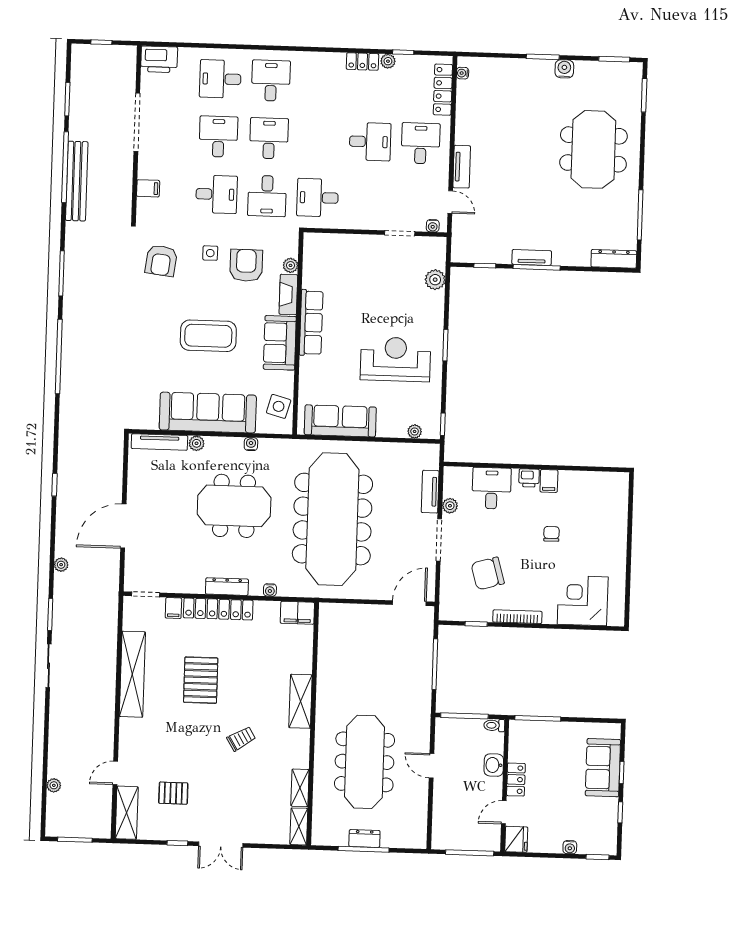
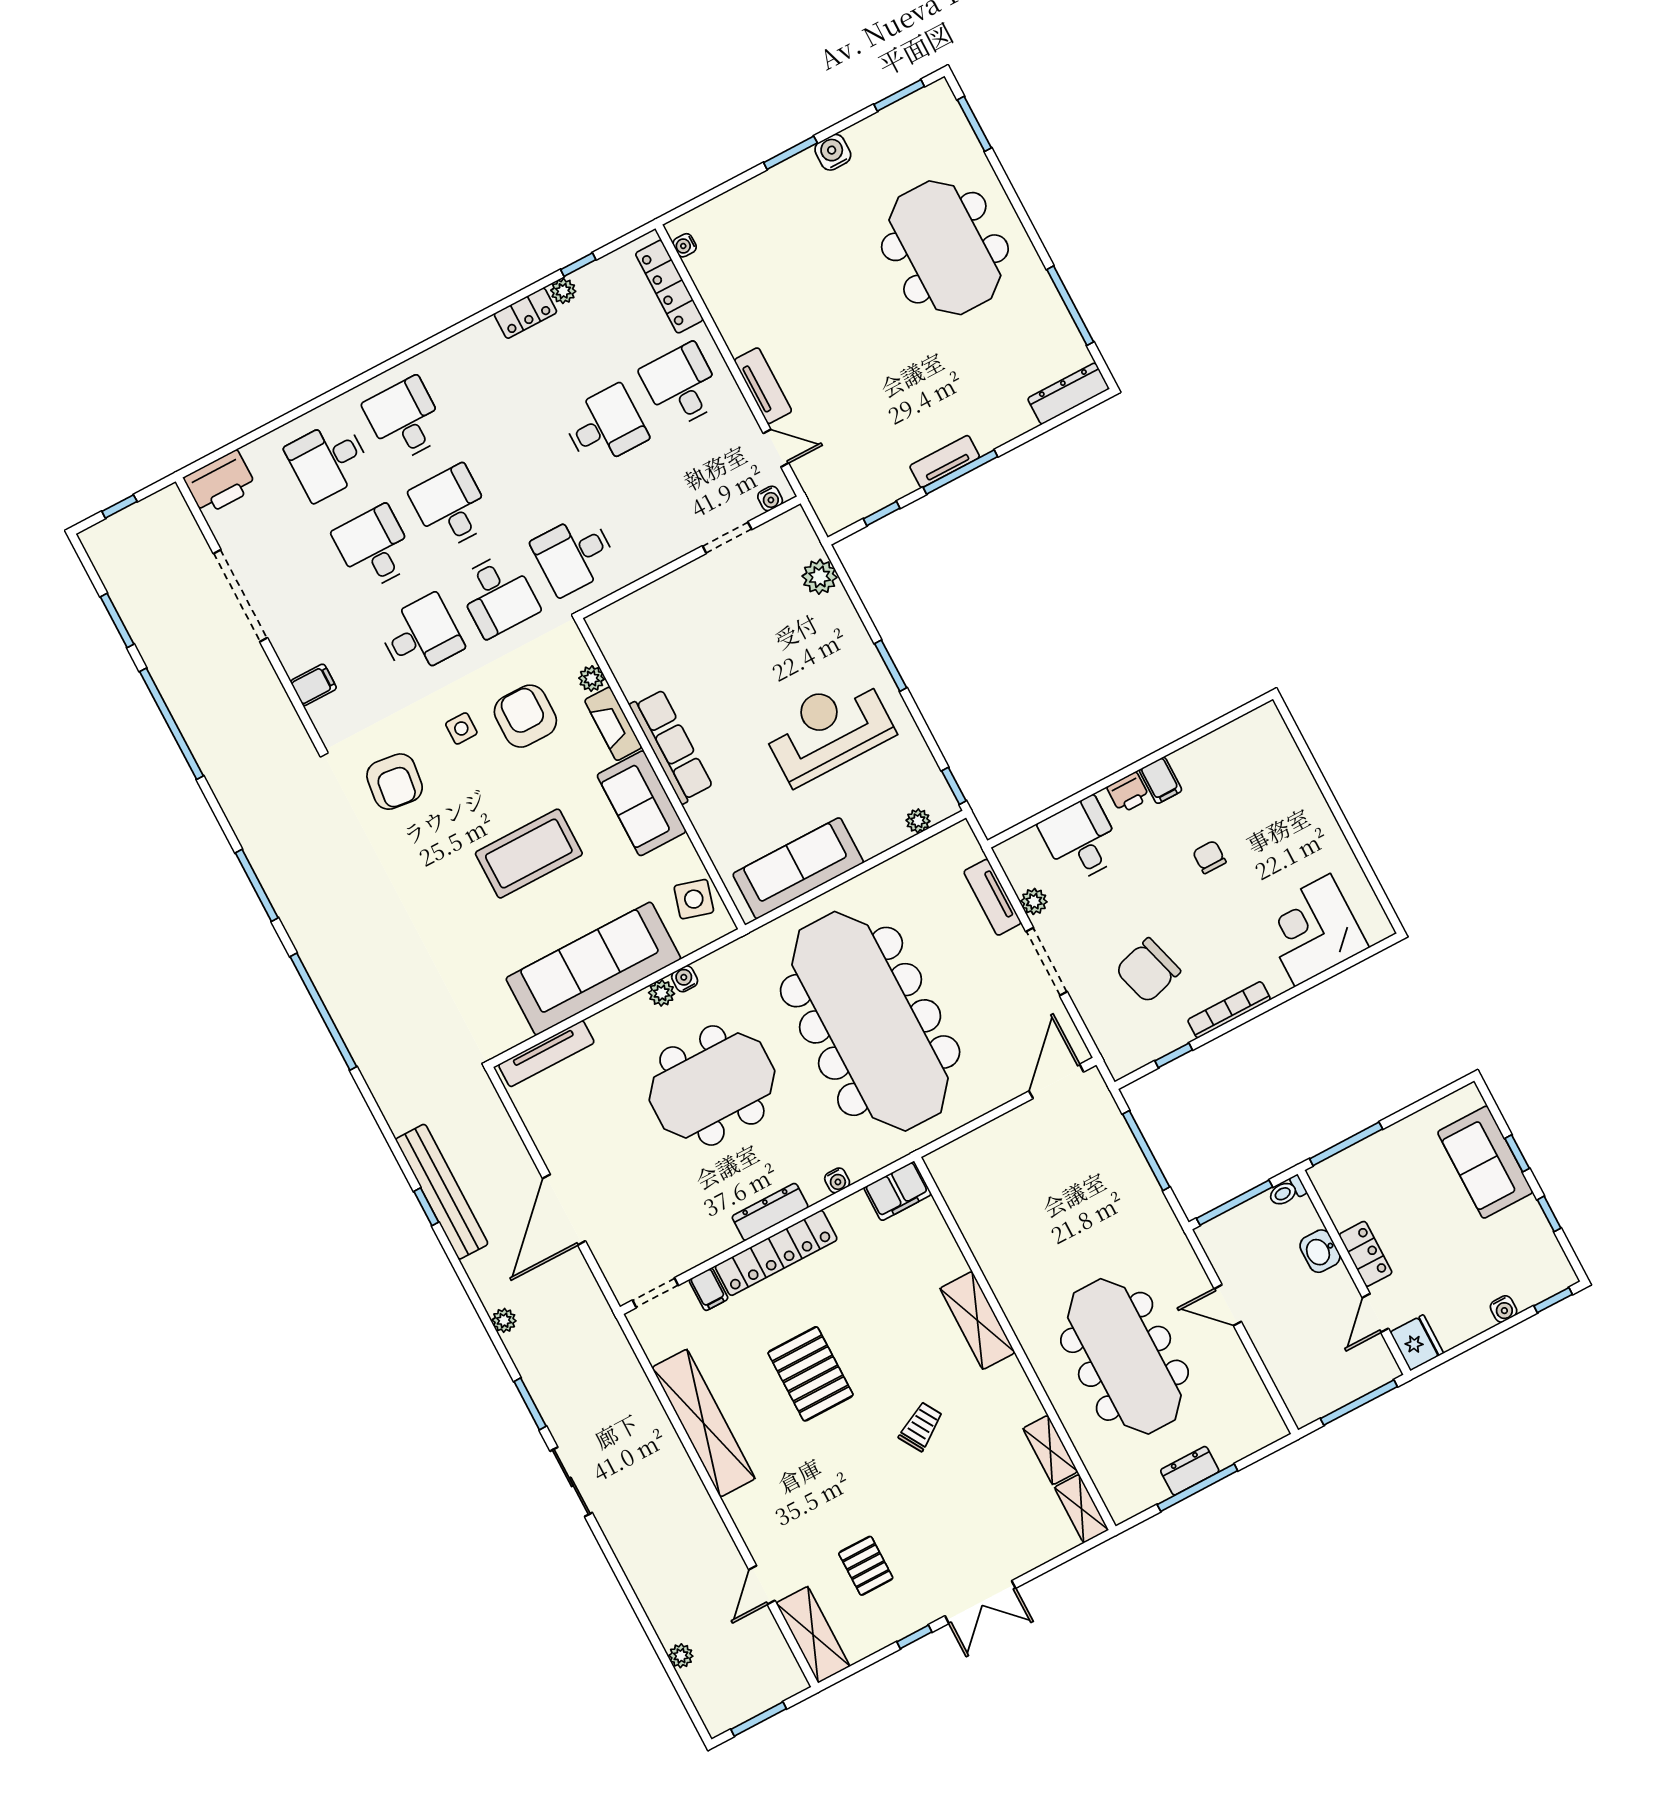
bench: (77, 181) -> (442, 1192), moved
plant: (197, 443) -> (662, 993), moved
pallet: (173, 793) -> (866, 1566), turned 90

